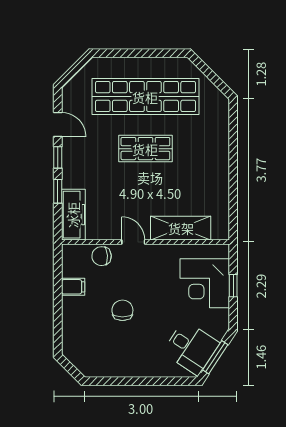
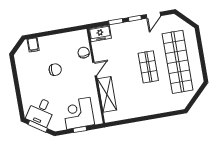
freezer: (73, 215) -> (100, 33), width x0.71
filing cabinet: (73, 287) -> (33, 45), moved

